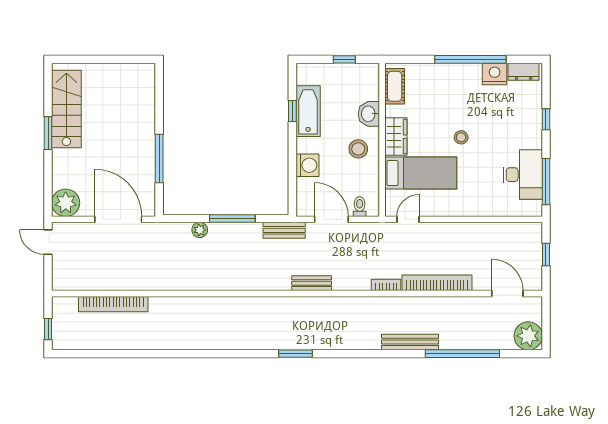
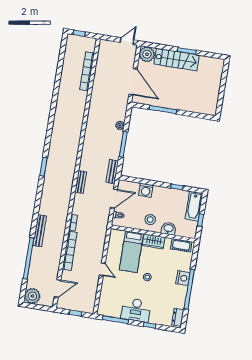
nightstand: (495, 74) -> (183, 278), moved
stairs: (66, 109) -> (177, 60), moved
bathtub: (308, 111) -> (194, 206), moved, turned 90
desk: (523, 175) -> (136, 310), moved
door: (118, 219) -> (133, 82), hinge flipped
door: (408, 219) -> (102, 269), moved

